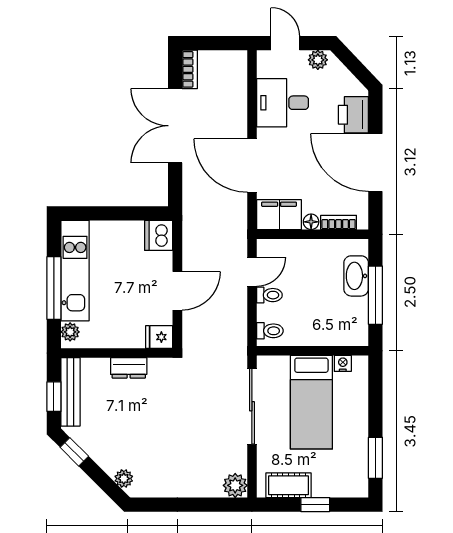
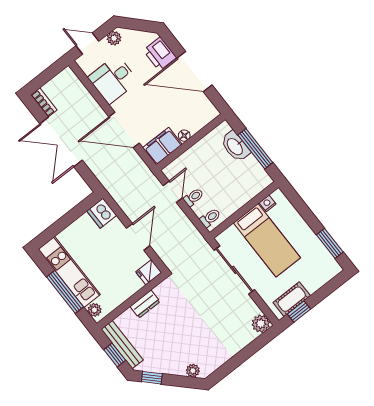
bookcase: (339, 222) -> (201, 123), removed
window: (315, 505) -> (299, 312), moved

